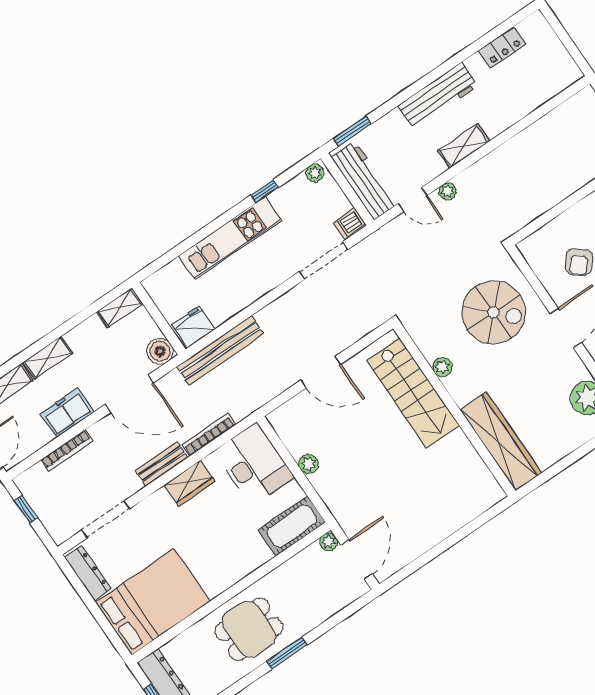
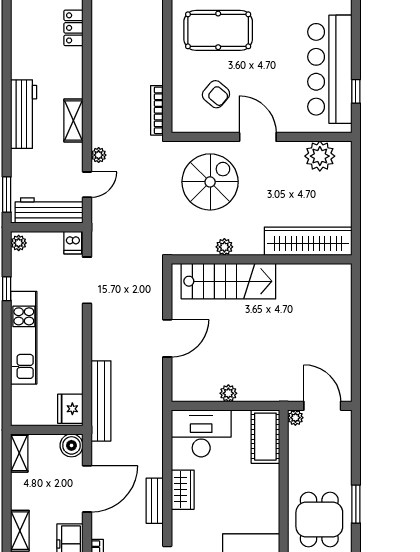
locker: (502, 47) -> (73, 28), moved, turned 180
bookcase: (209, 435) -> (157, 110), moved

